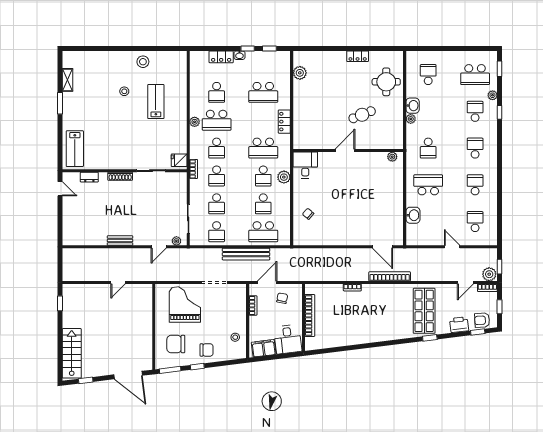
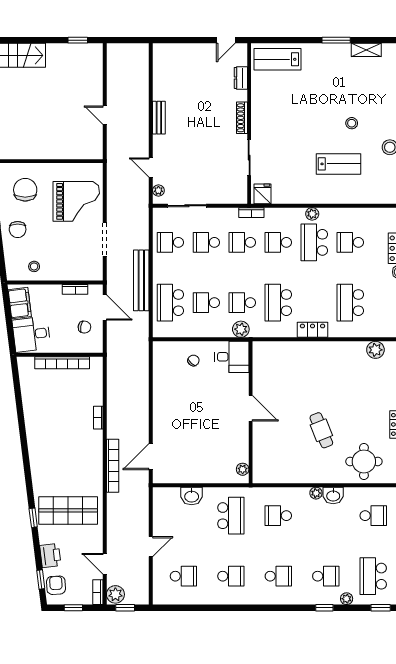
door: (345, 150) -> (251, 408), moved
wall: (348, 150) -> (251, 412), moved
plant: (392, 157) -> (243, 469), moved
desk: (305, 165) -> (232, 357), moved

